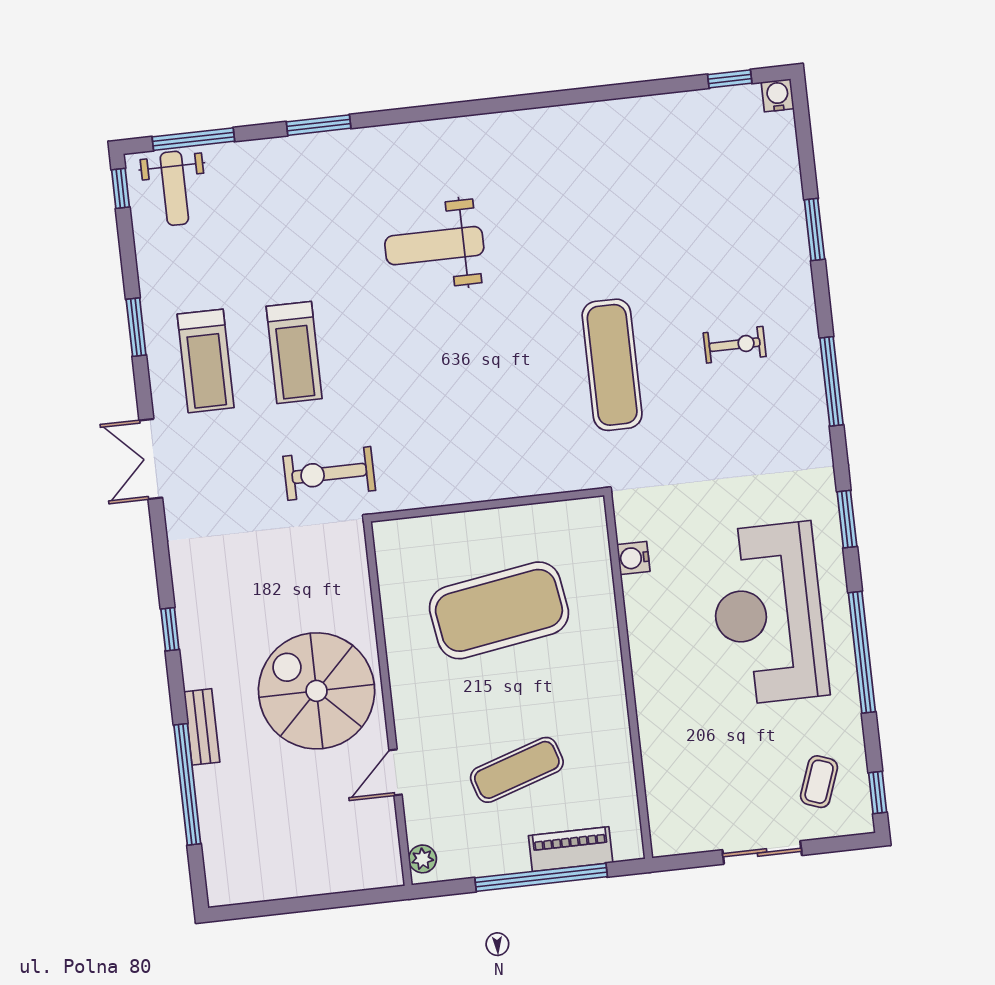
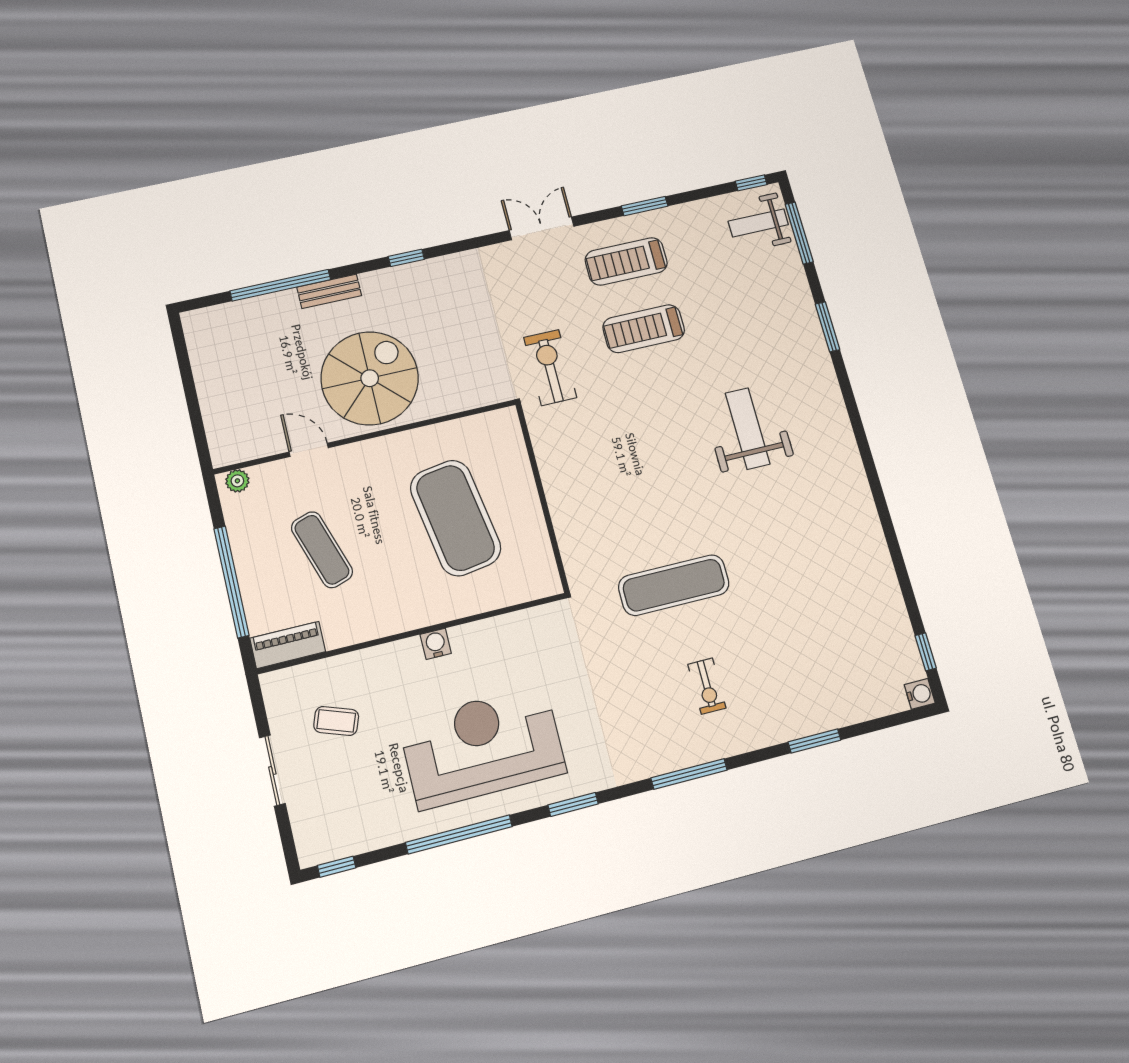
water cooler: (633, 558) -> (436, 644), moved
coffee table: (819, 782) -> (336, 721), moved
piano: (571, 849) -> (288, 645), moved, turned -90

